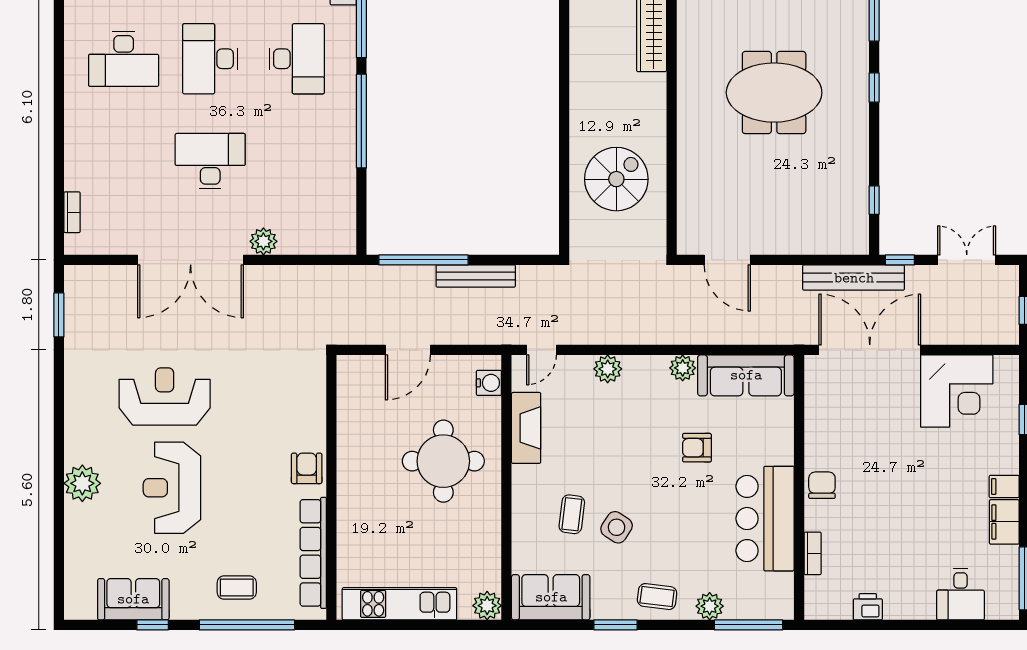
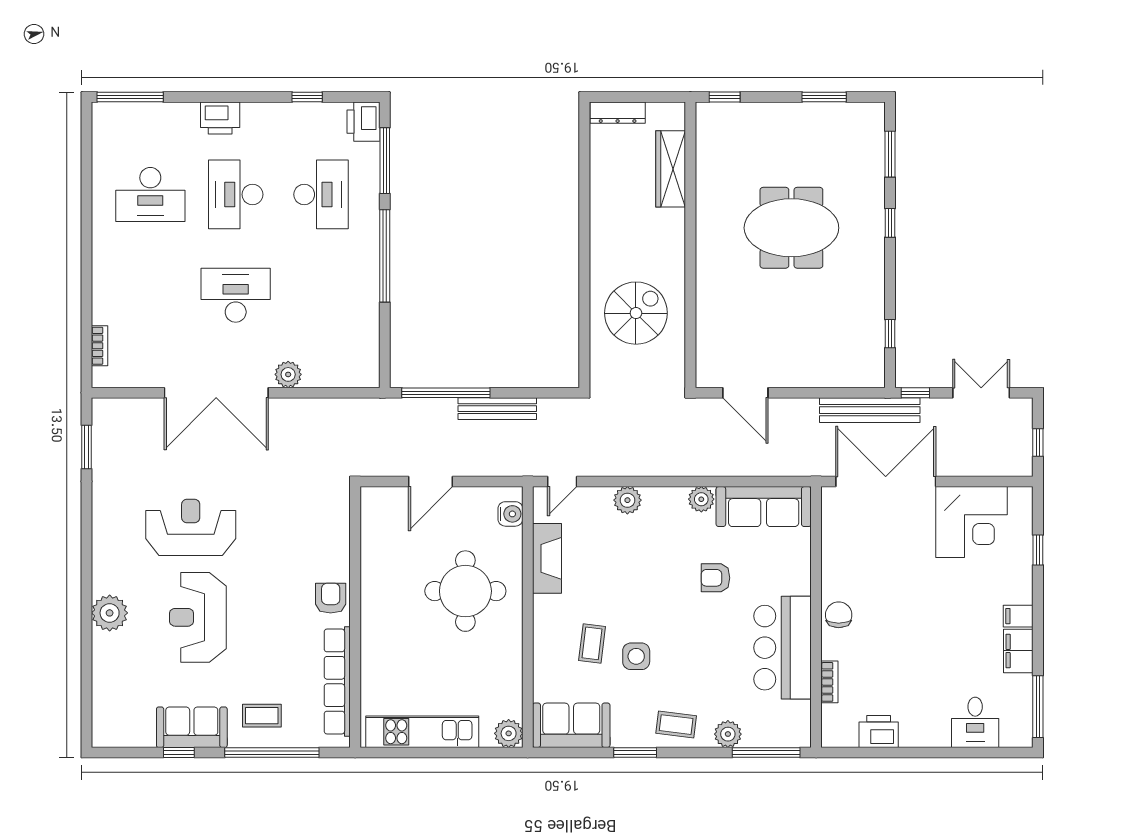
side table: (617, 527) -> (636, 656), turned -33
sofa: (133, 599) -> (192, 727), moved
printer: (868, 607) -> (879, 731), width x1.36, depth x1.24

